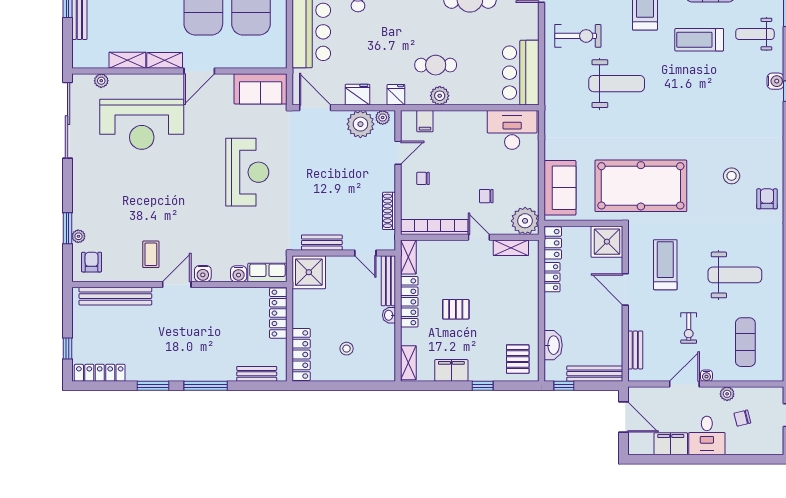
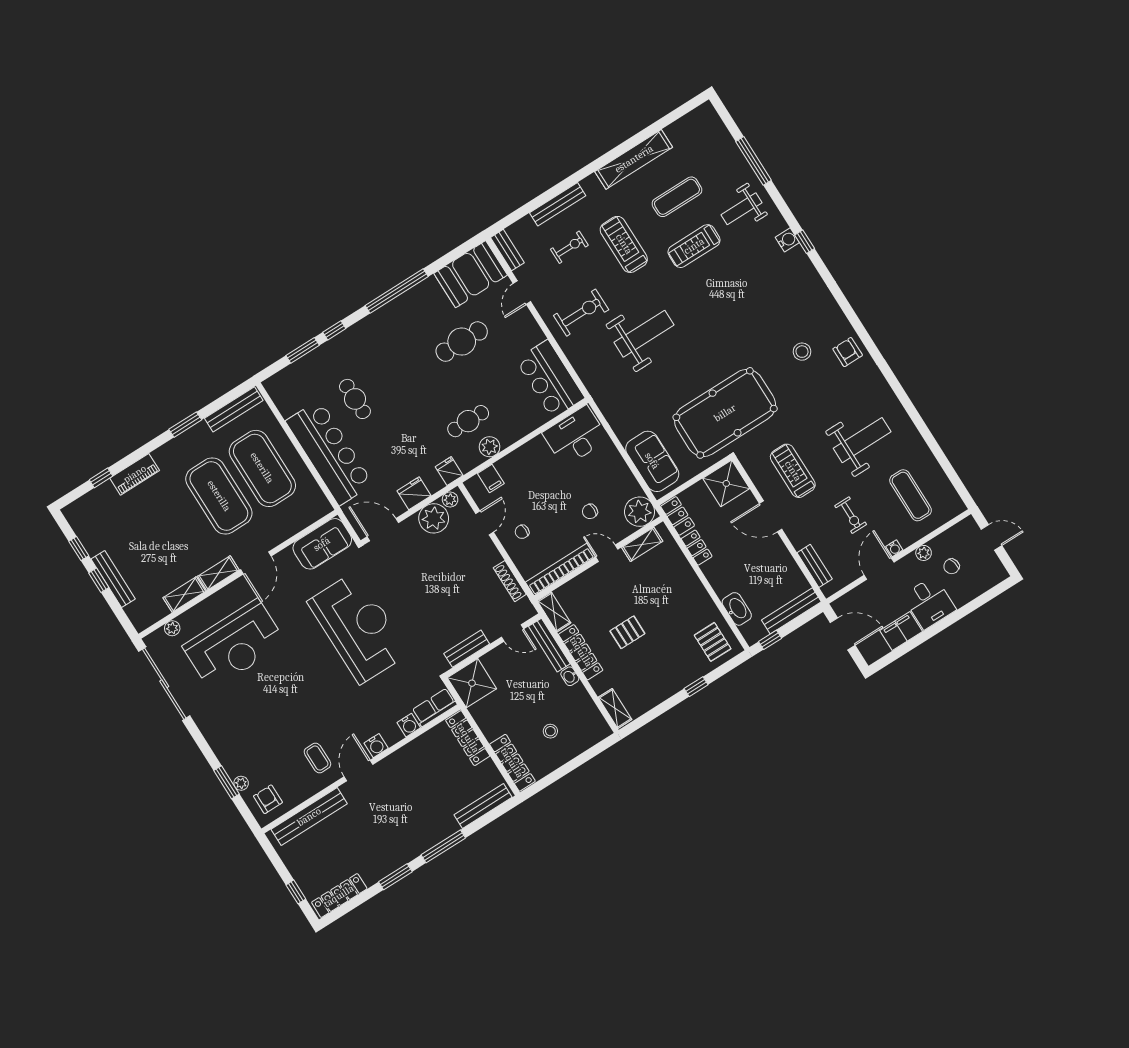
reception desk: (247, 172) -> (358, 627), width x1.36, depth x1.30
filing cabinet: (451, 370) -> (659, 691), removed
bench: (257, 374) -> (483, 806), width x1.36

